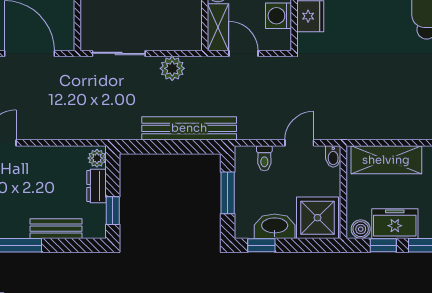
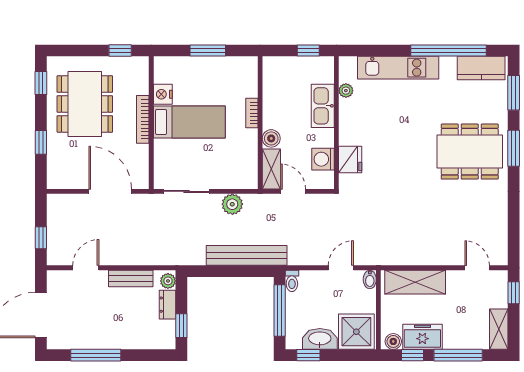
toilet: (264, 158) -> (292, 281), moved
window: (228, 193) -> (280, 310), width x1.44
bench: (56, 229) -> (131, 279), moved

